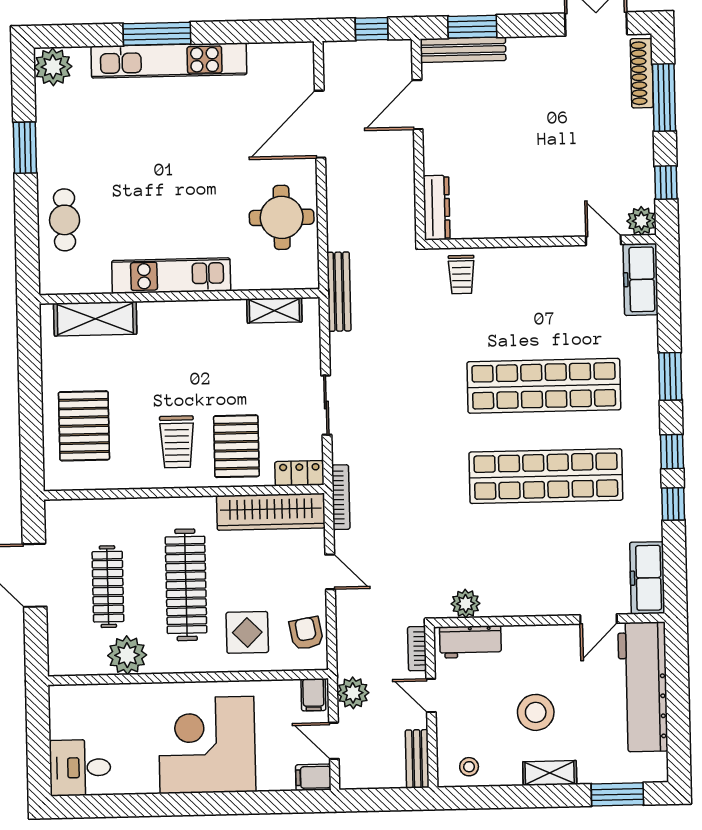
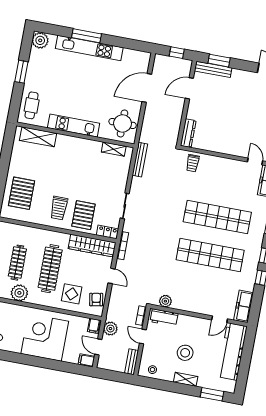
kitchen unit: (171, 276) -> (74, 126), moved
wall: (179, 296) -> (75, 135), moved
shelving: (274, 310) -> (114, 149), moved
shelving: (95, 319) -> (38, 137), moved

